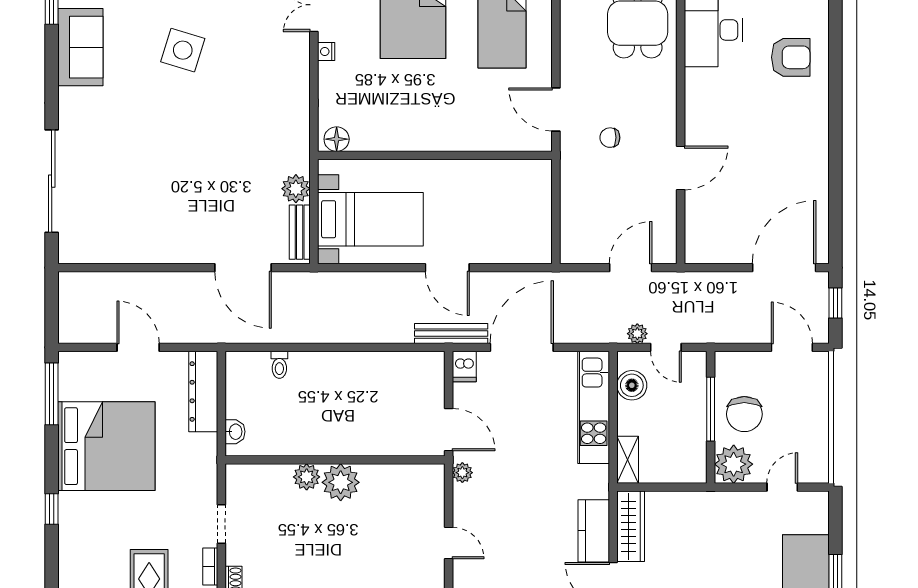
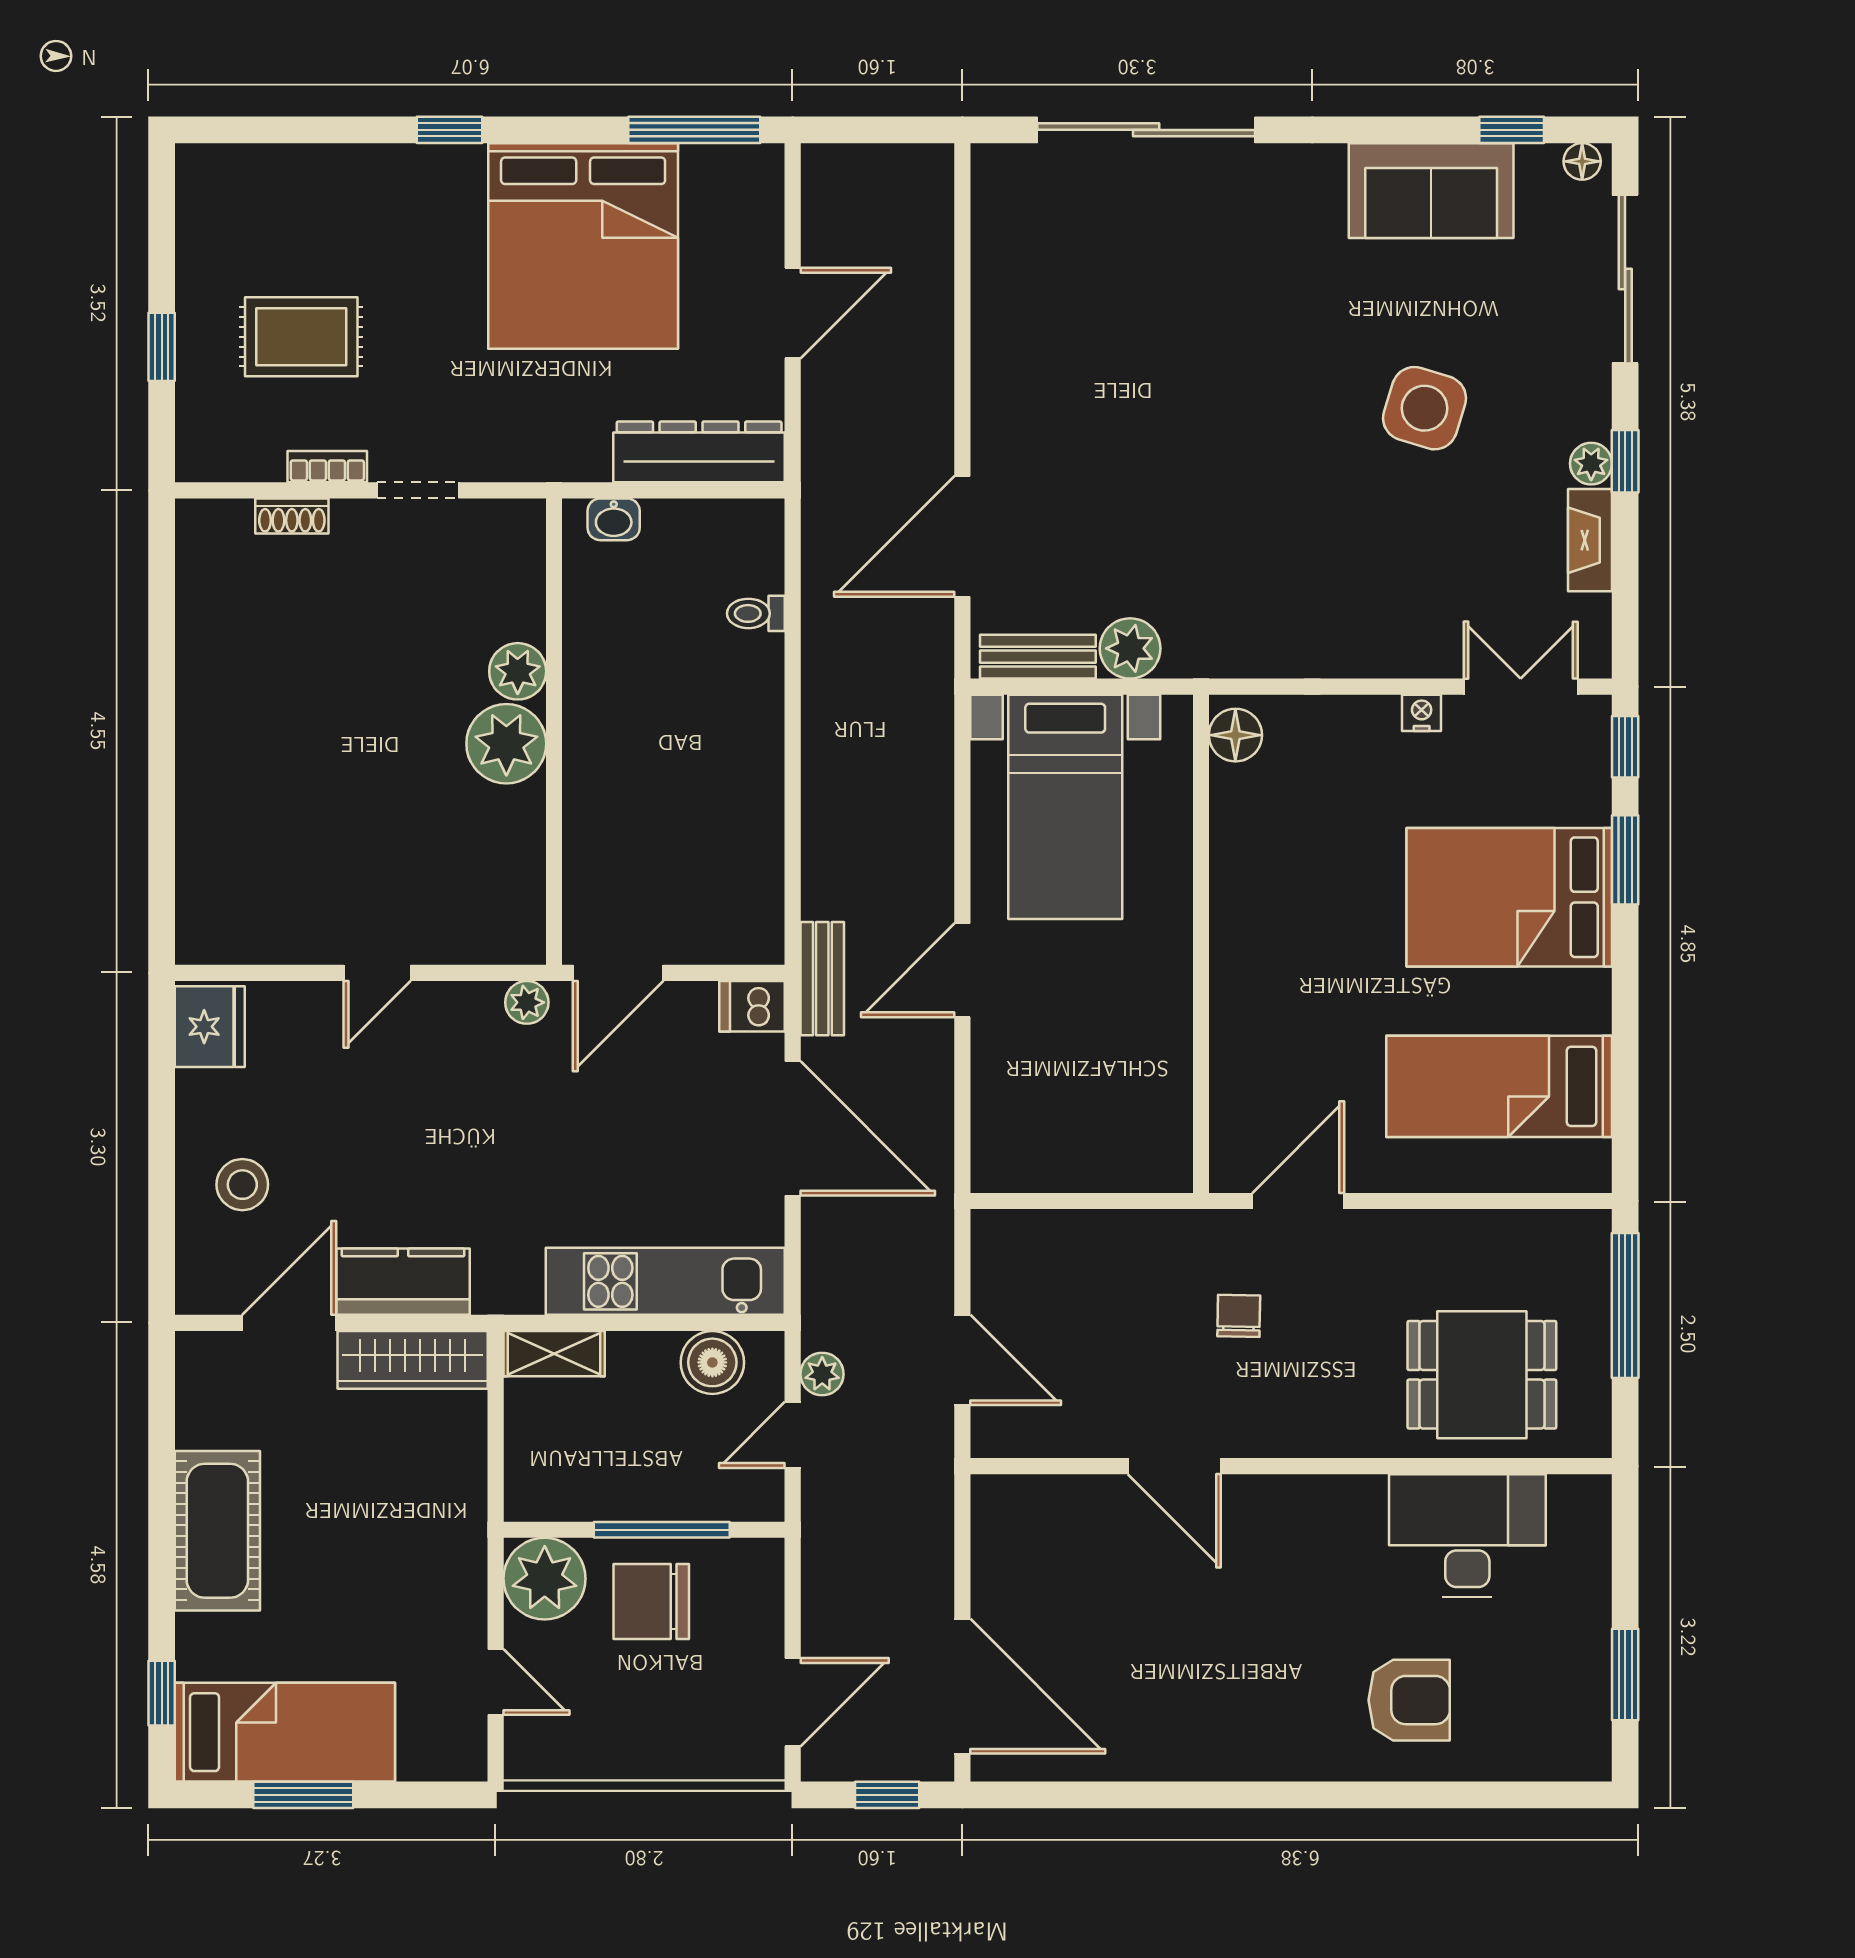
armchair: (791, 57) -> (1409, 1700), turned -90
bench: (451, 334) -> (822, 979), width x0.73

